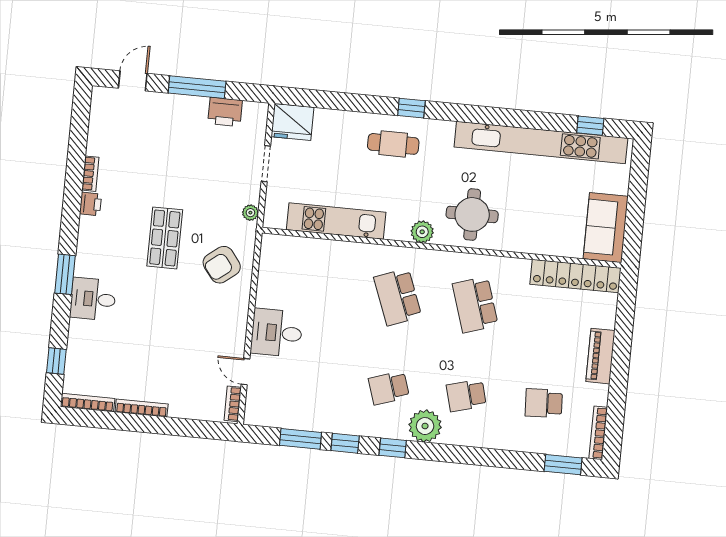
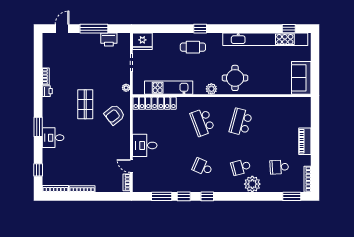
locker: (576, 276) -> (155, 103), moved
school desk: (475, 305) -> (241, 122), turned 33
school desk: (389, 388) -> (202, 167), turned 42
plant: (425, 426) -> (252, 184), moved

